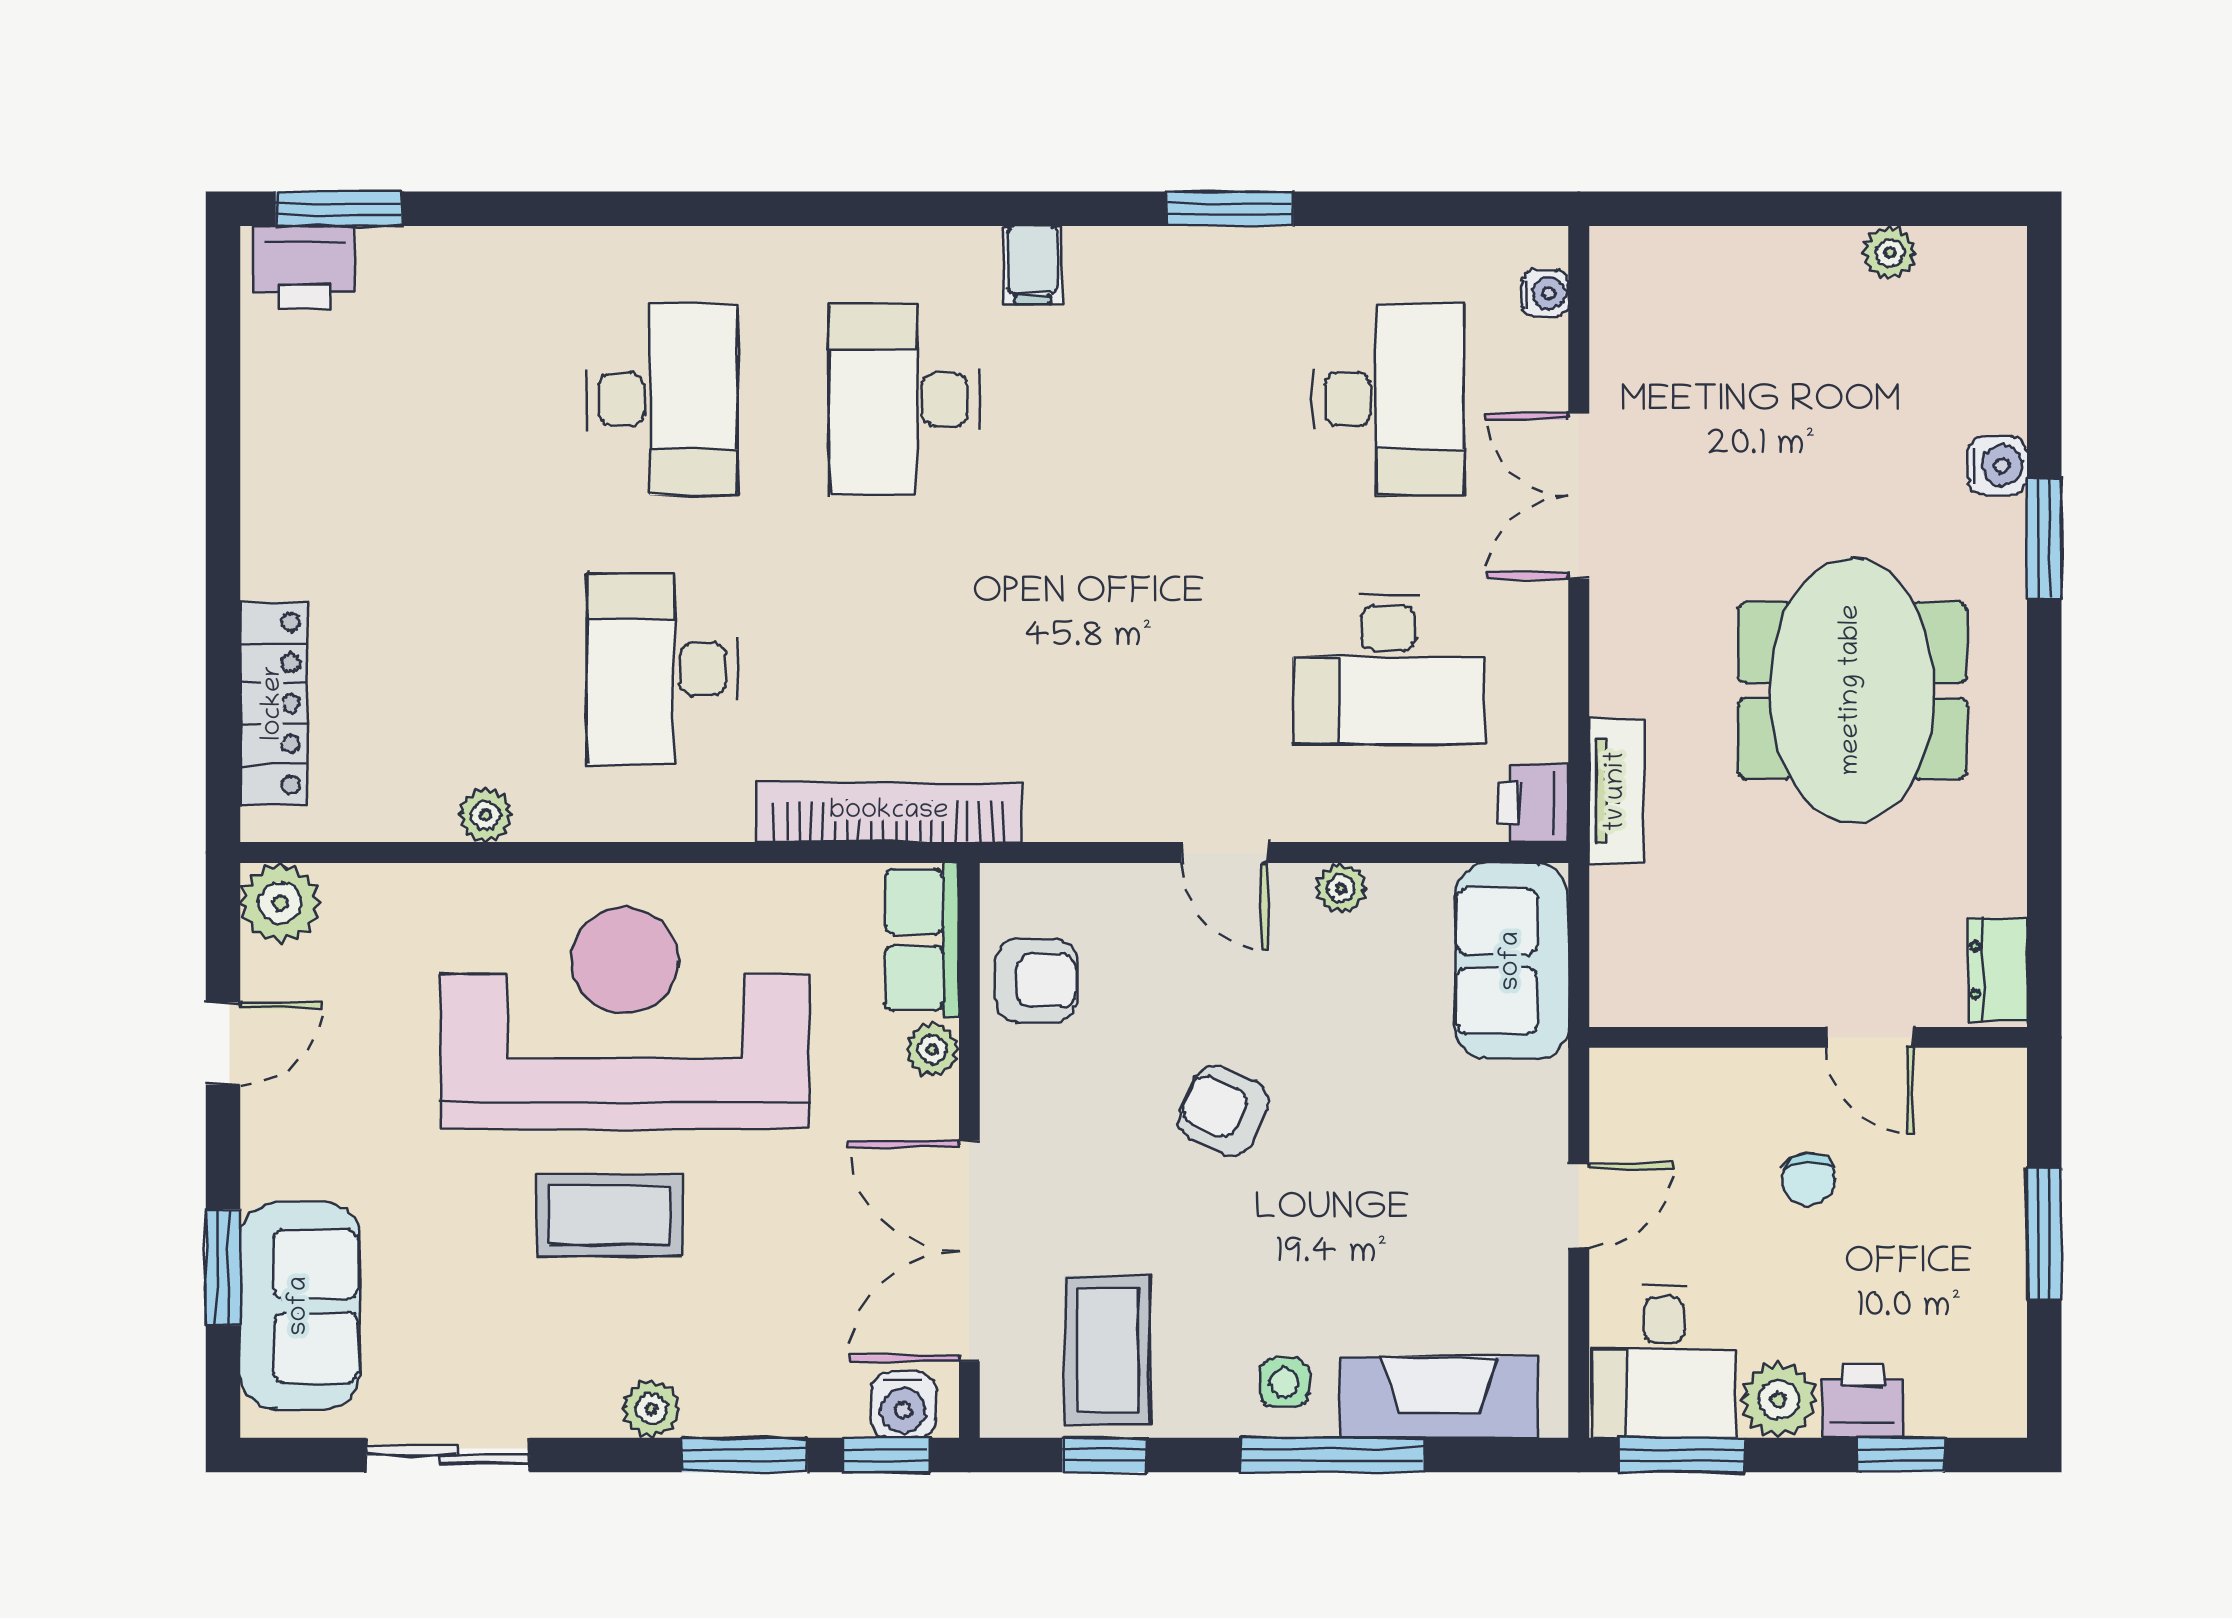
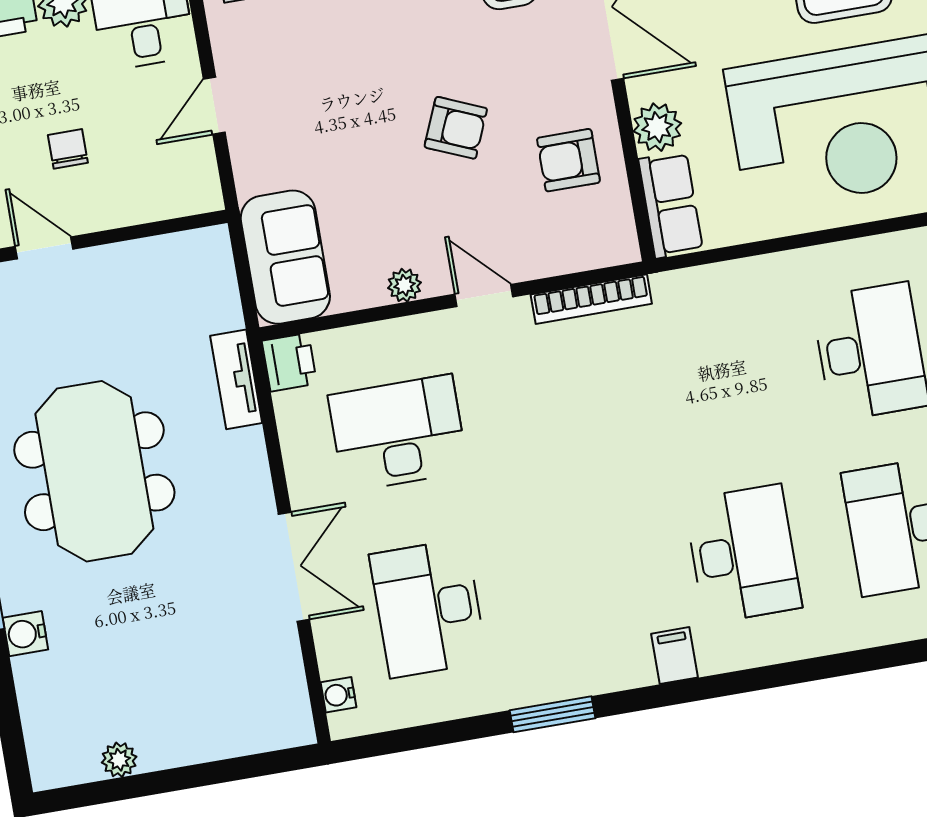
bookcase: (889, 812) -> (591, 299), moved, width x0.68, depth x0.76
armchair: (1036, 981) -> (568, 160), moved
plant: (932, 1049) -> (657, 127), width x1.38, depth x1.38

